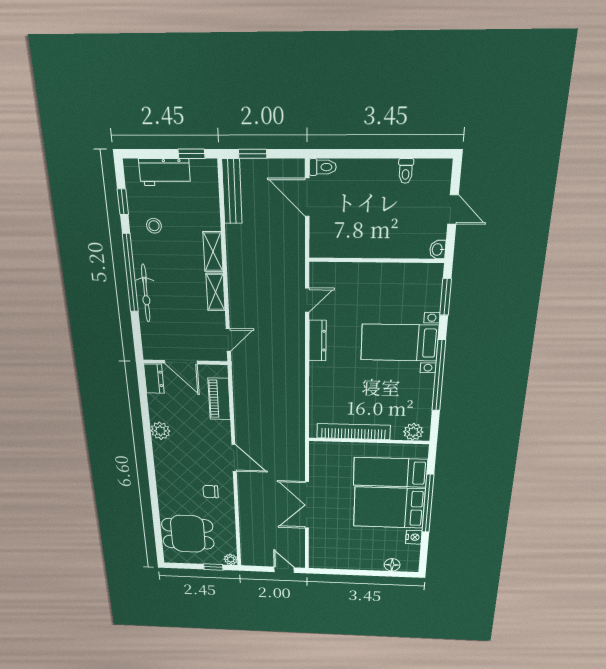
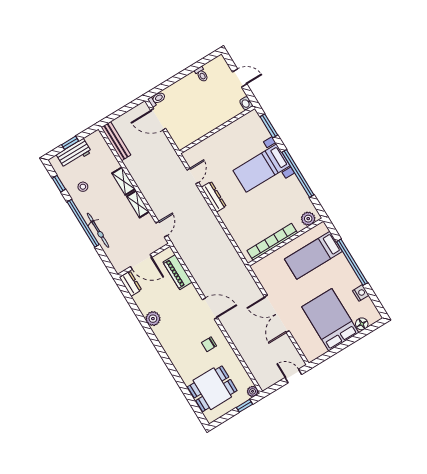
window: (191, 154) -> (70, 143), moved
window: (253, 154) -> (116, 115), removed
bed: (389, 508) -> (330, 320), moved, turned 90

